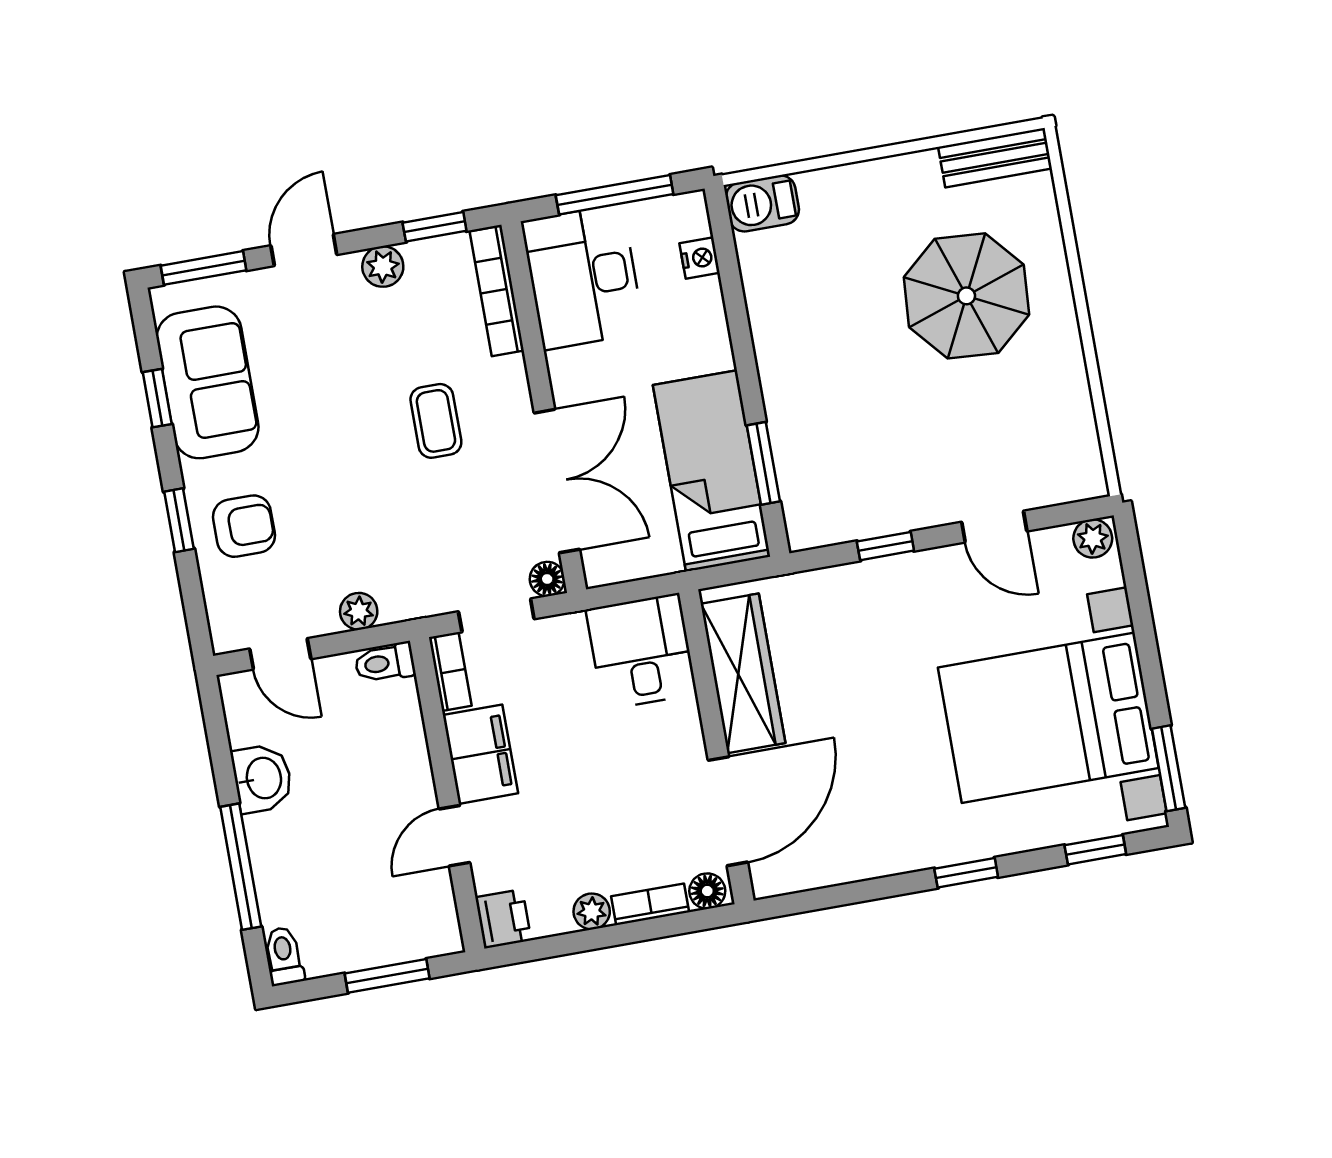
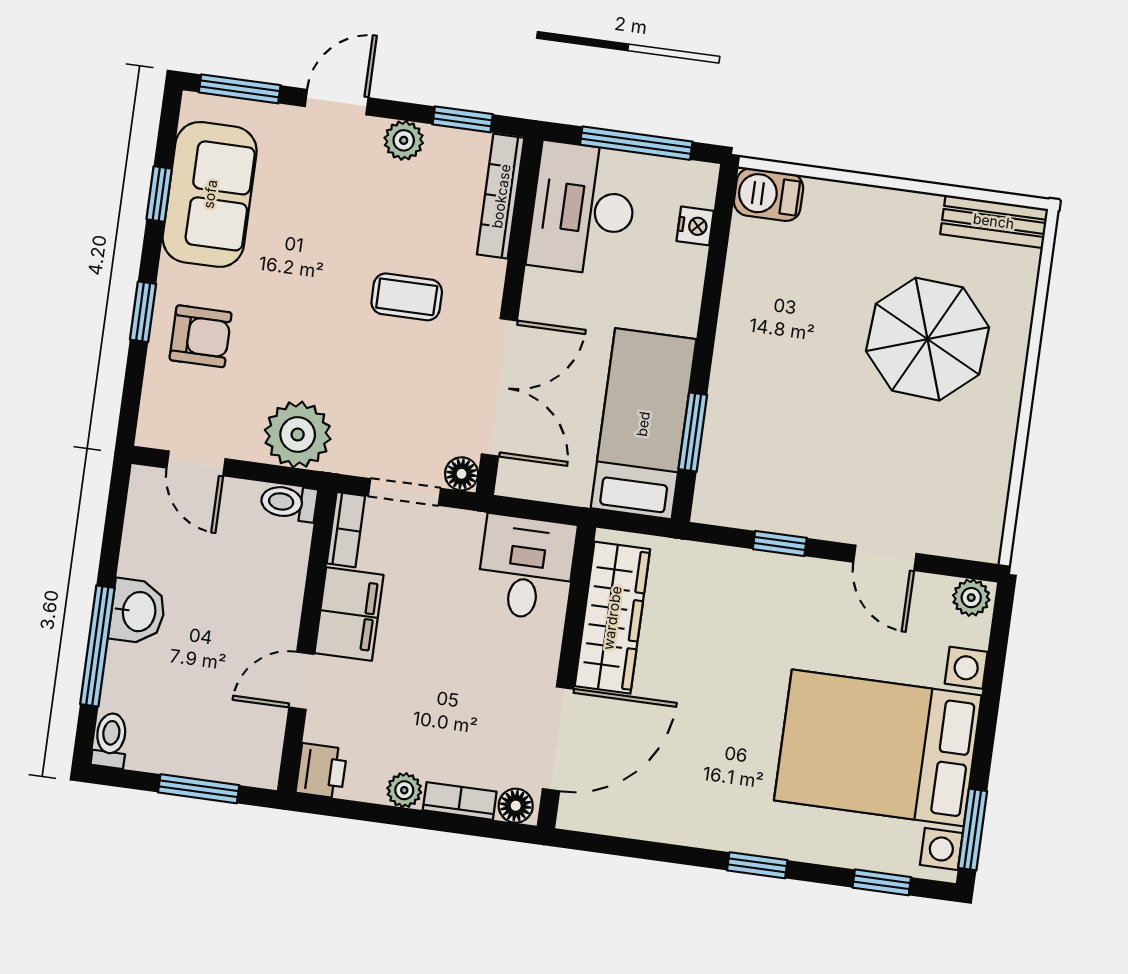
coffee table: (436, 421) -> (407, 297), turned 90
plant: (359, 611) -> (298, 434), width x1.88, depth x1.88
washbasin: (262, 778) -> (138, 611), moved

